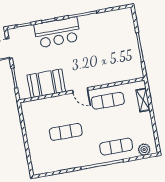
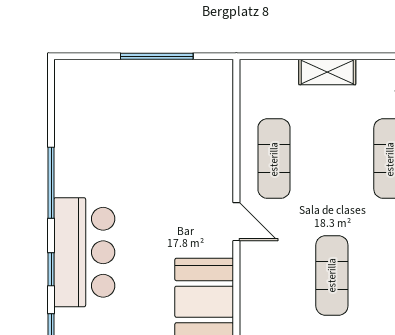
door: (80, 90) -> (236, 222), hinge flipped
shelving: (143, 100) -> (327, 72), moved

